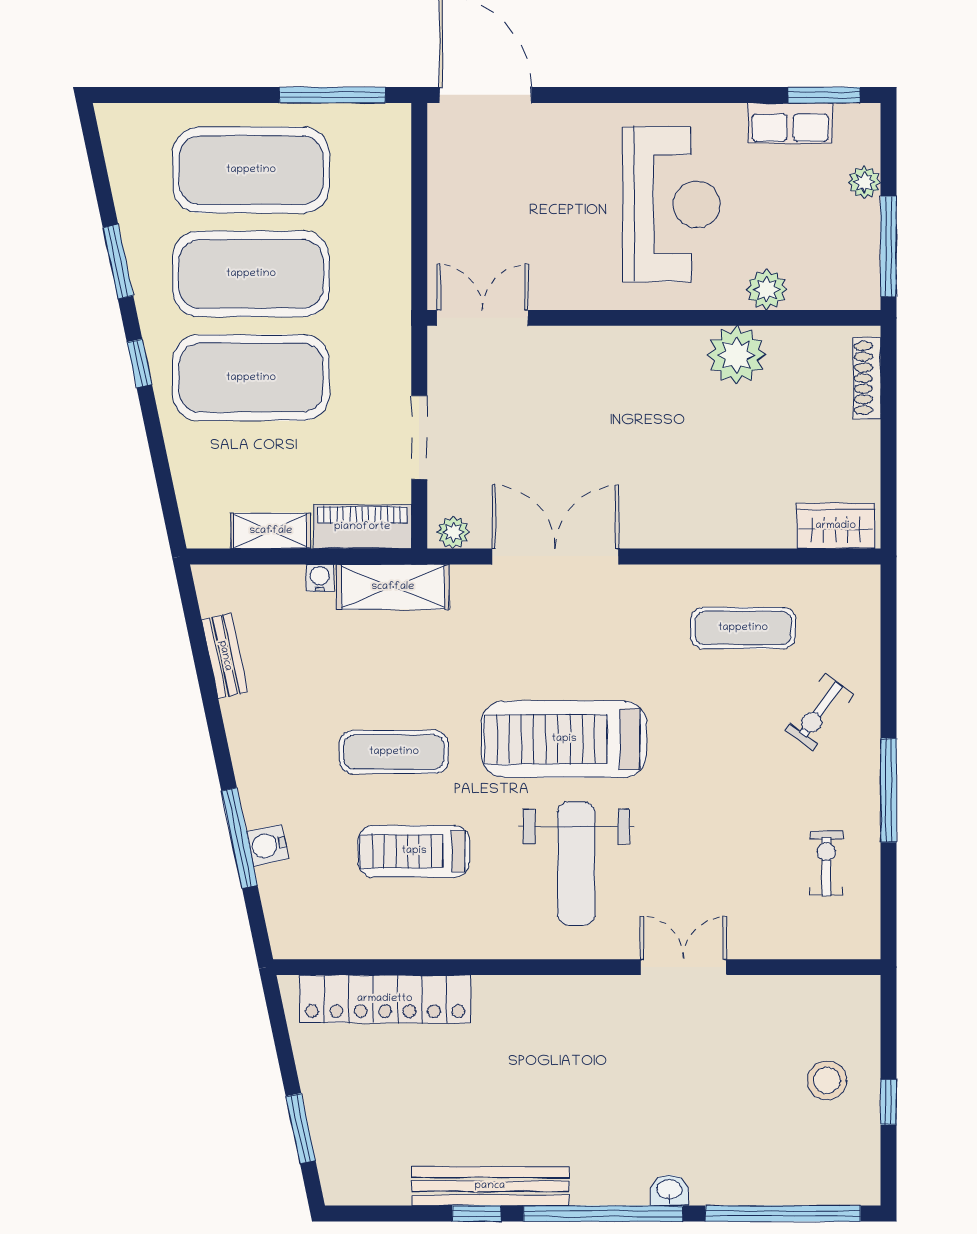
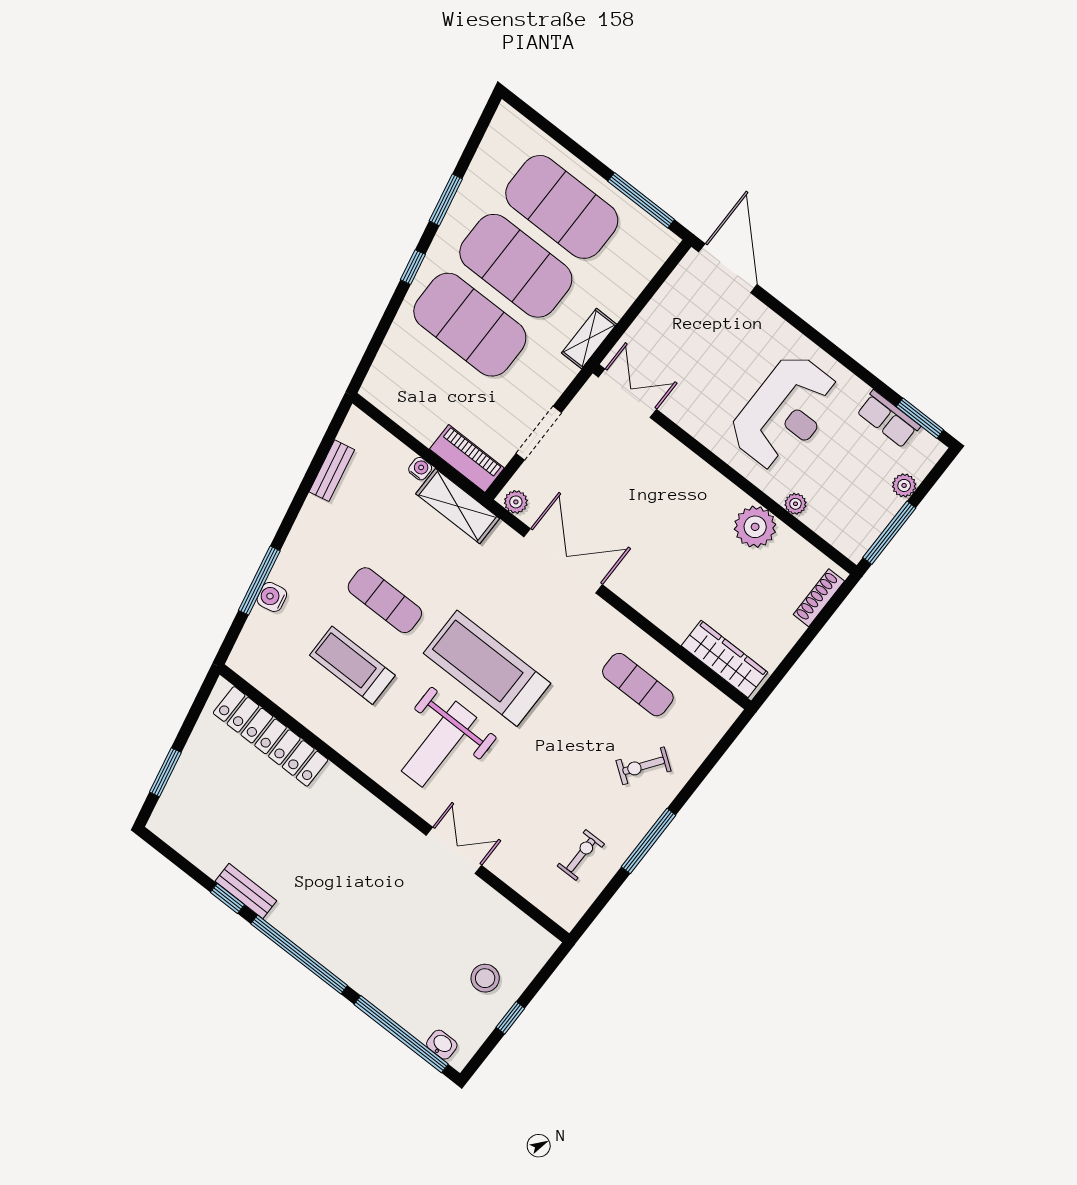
plant: (767, 290) -> (795, 504), width x0.73, depth x0.73
wardrobe: (836, 526) -> (724, 659), width x1.50
shelving: (271, 531) -> (589, 339), moved, turned 90
bench: (490, 1186) -> (246, 891), width x0.54, depth x0.82
washbasin: (669, 1190) -> (442, 1045), moved

